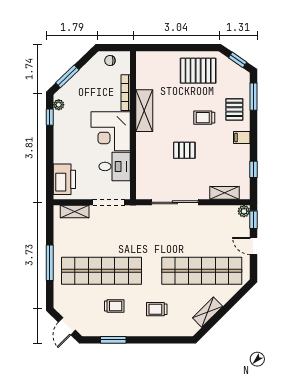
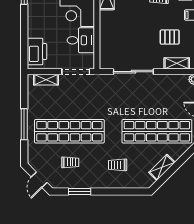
pallet: (184, 150) -> (170, 37), moved
trolley: (114, 306) -> (70, 162), moved

